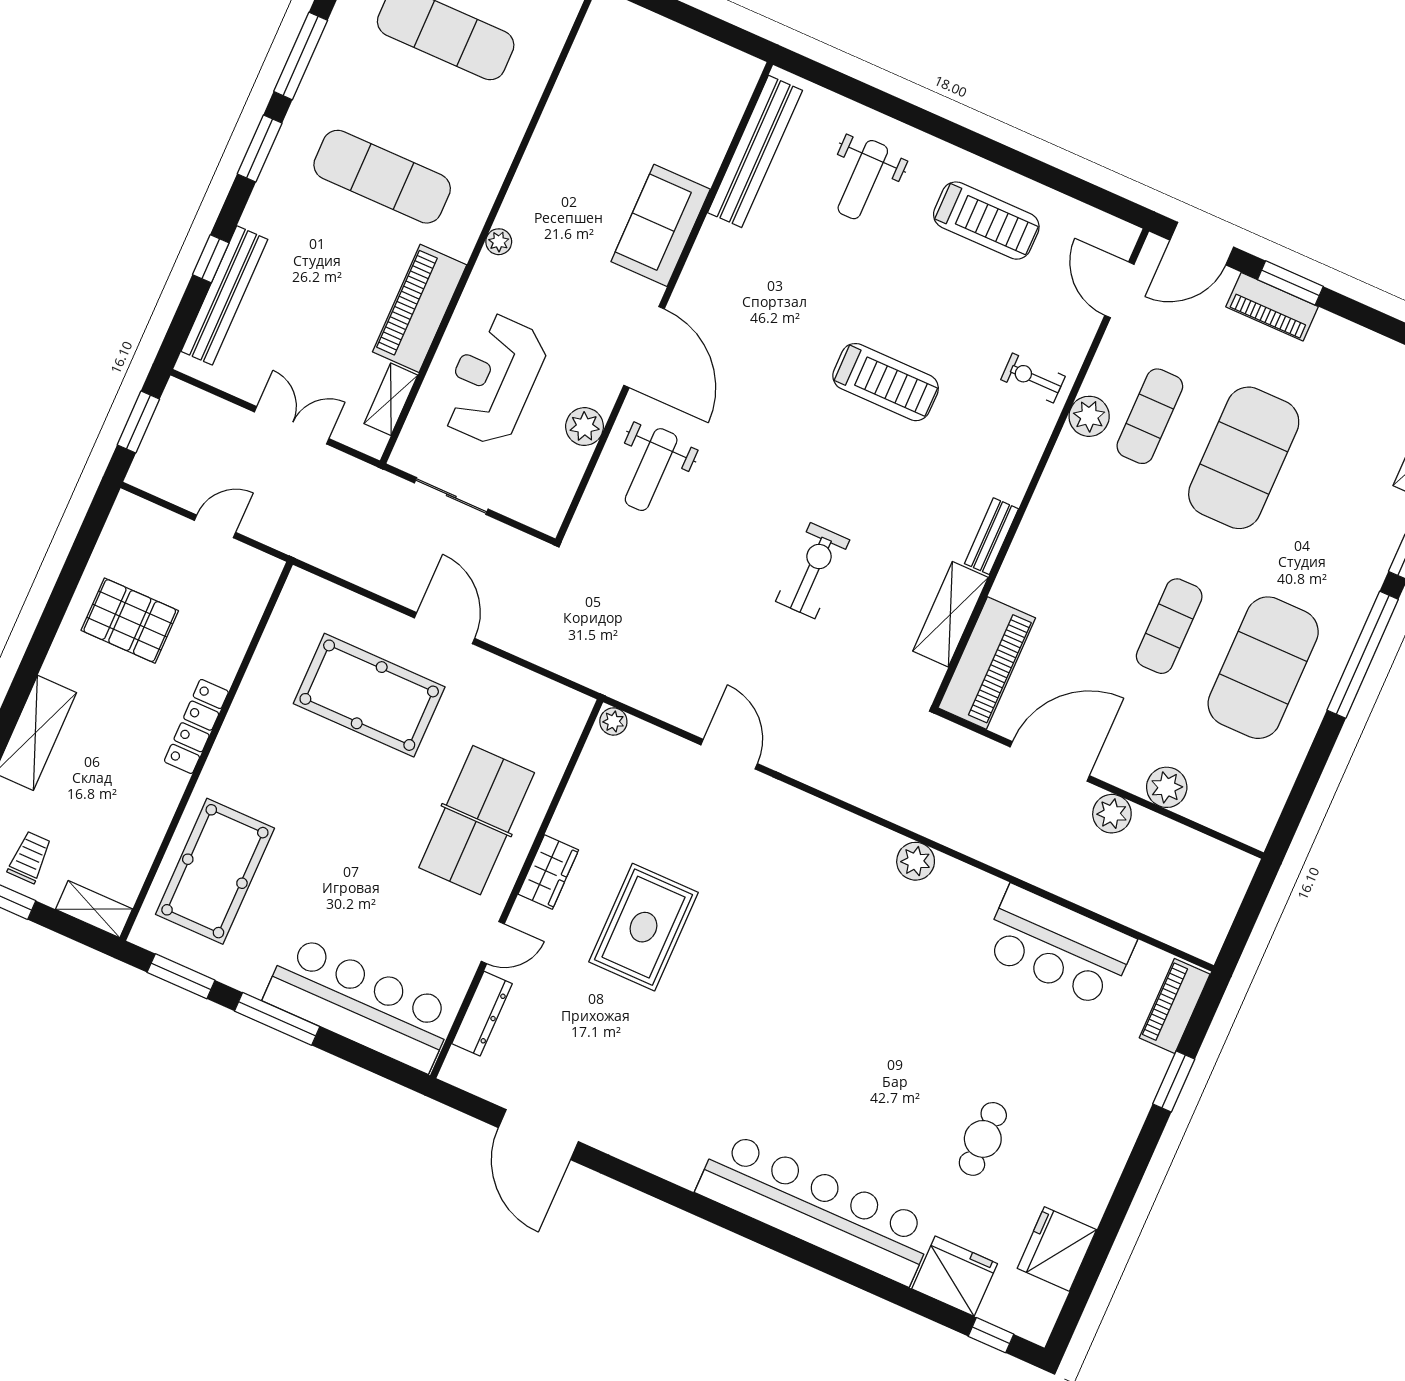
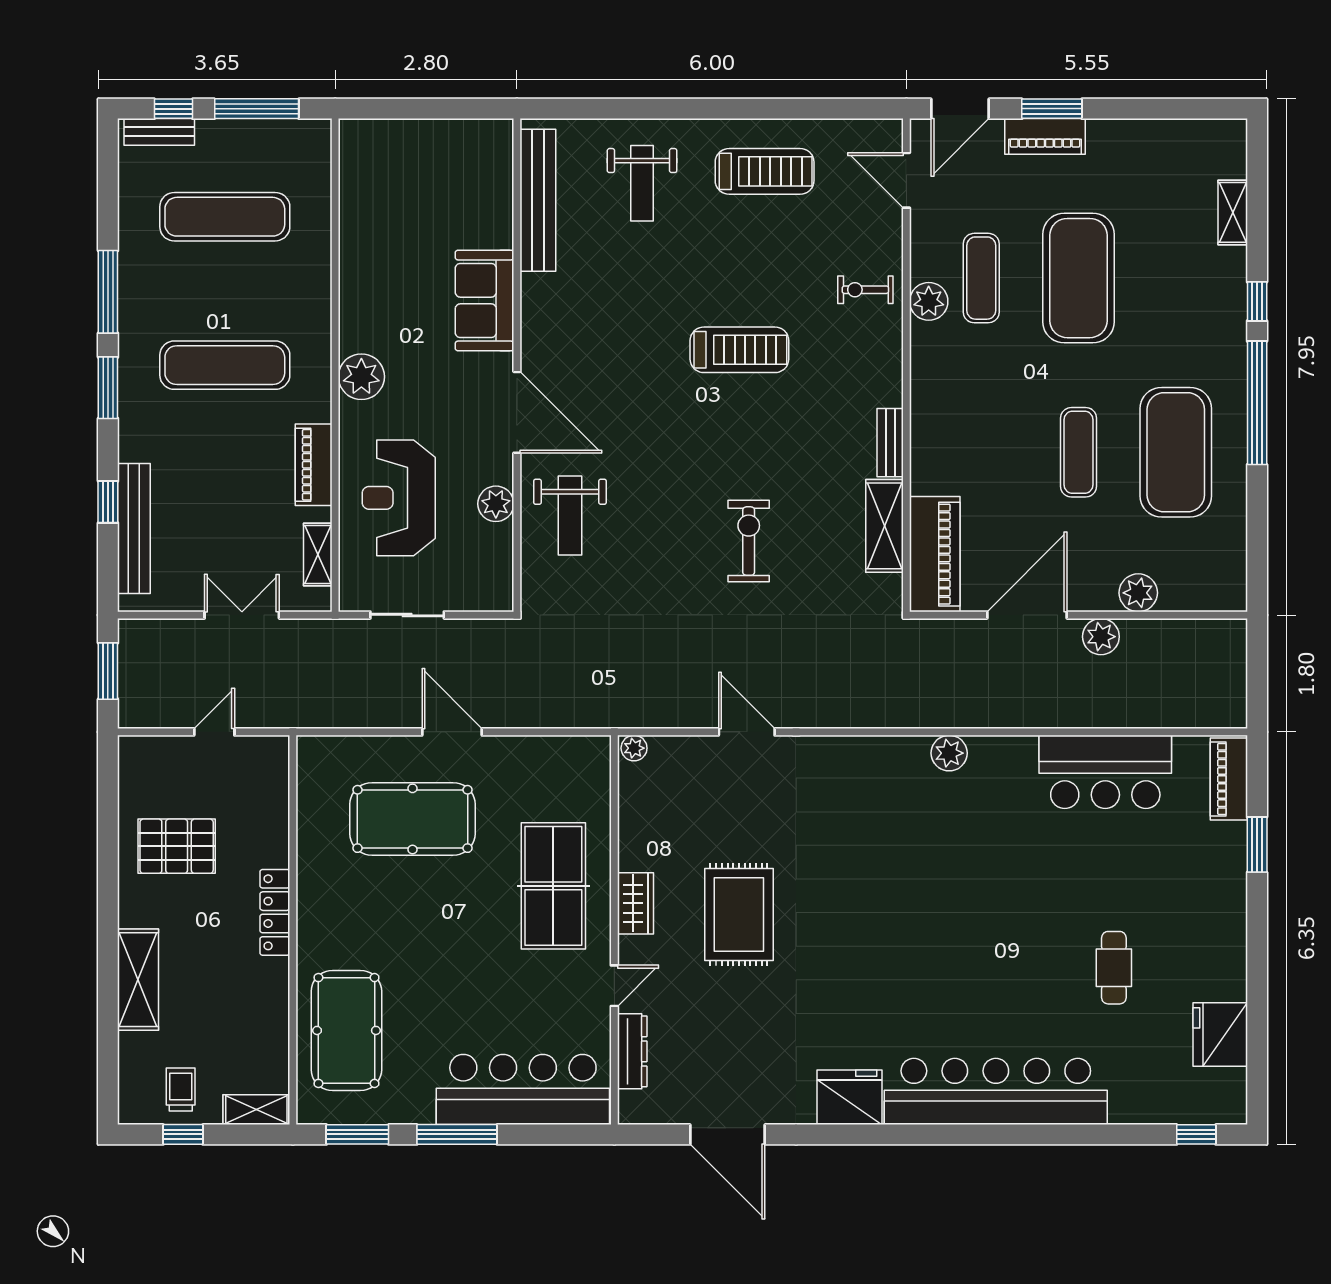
plant: (499, 242) -> (361, 377), width x1.88, depth x1.88
piano: (420, 308) -> (314, 465), width x0.73, depth x0.75
fridge: (955, 1276) -> (849, 1097), moved

